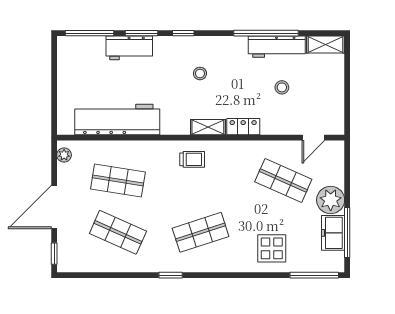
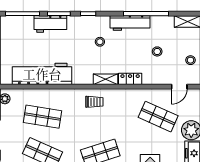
workbench: (277, 47) -> (130, 23), moved
stool: (330, 100) -> (190, 60), added

